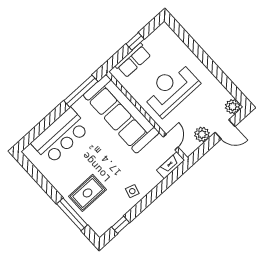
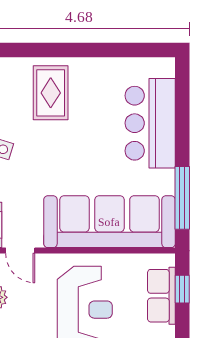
window: (135, 41) -> (182, 289), moved
window: (72, 214) -> (42, 50), removed

